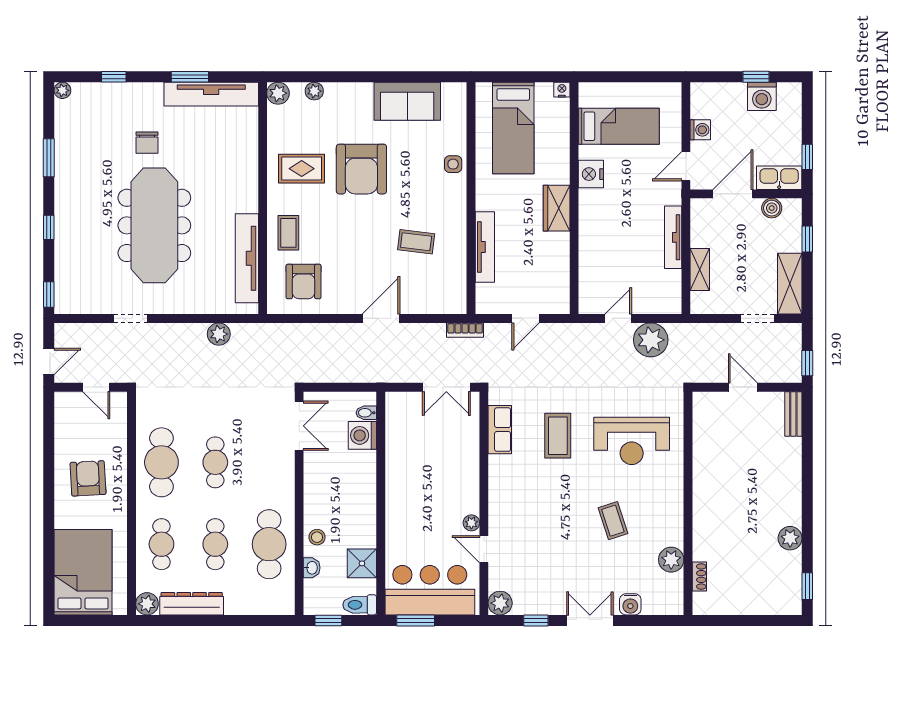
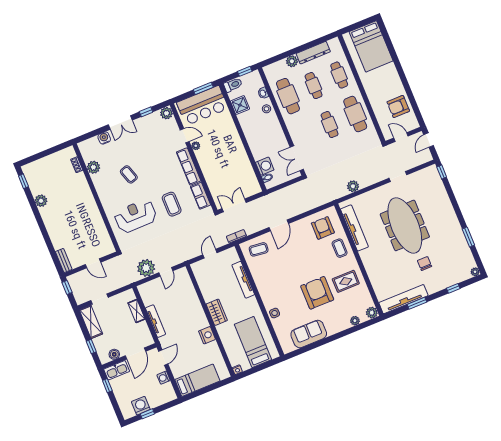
bed: (619, 126) -> (197, 380), moved, turned 180
window: (49, 227) -> (455, 204), removed
coffee table: (416, 242) -> (259, 249), moved
armchair: (88, 478) -> (398, 106), moved, turned 93
row of seats: (500, 491) -> (189, 166), added
plant: (147, 604) -> (292, 61), moved

